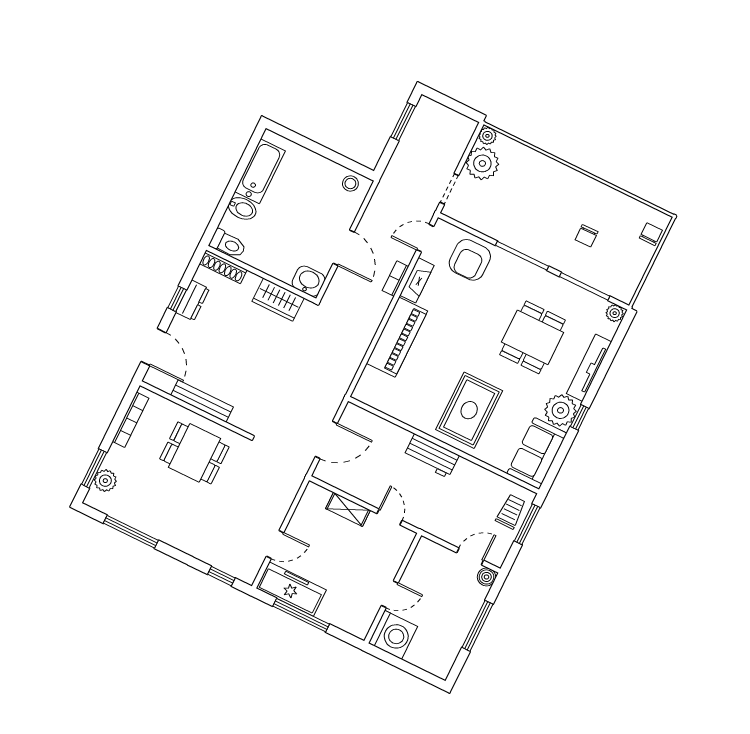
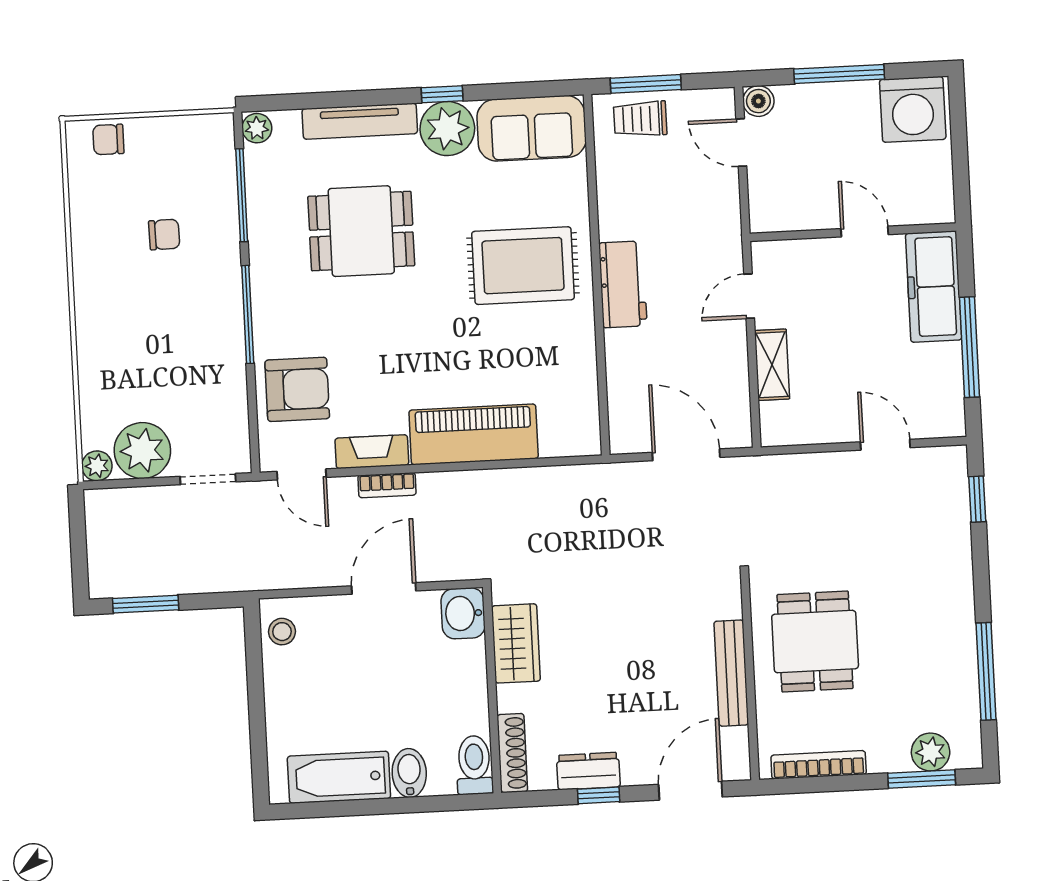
freezer: (291, 589) -> (934, 287), moved
washing machine: (393, 635) -> (913, 109), moved, turned 180

